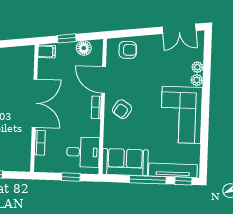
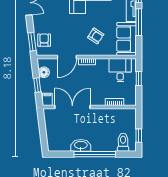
window: (126, 33) -> (32, 42), added
double door: (34, 103) -> (72, 107), moved
armchair: (122, 109) -> (96, 36), moved

